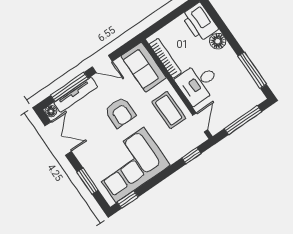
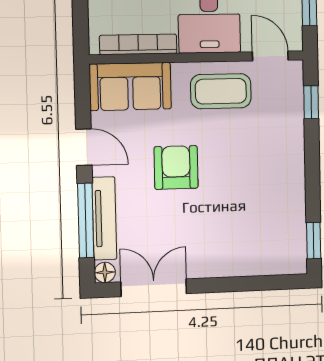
door: (102, 64) -> (84, 147), hinge flipped
armchair: (120, 112) -> (176, 167), turned -90
corner sofa: (130, 165) -> (264, 204), removed
window: (88, 181) -> (247, 284), removed

